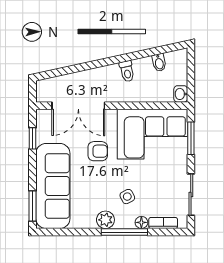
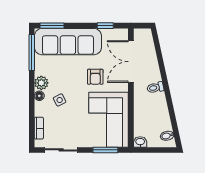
bidet: (159, 63) -> (167, 136), moved
toilet: (127, 71) -> (155, 88), moved
floor lamp: (141, 222) -> (39, 96), moved
window: (124, 232) -> (32, 52), moved

